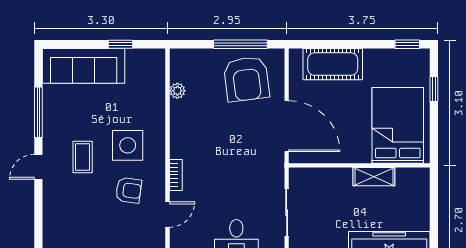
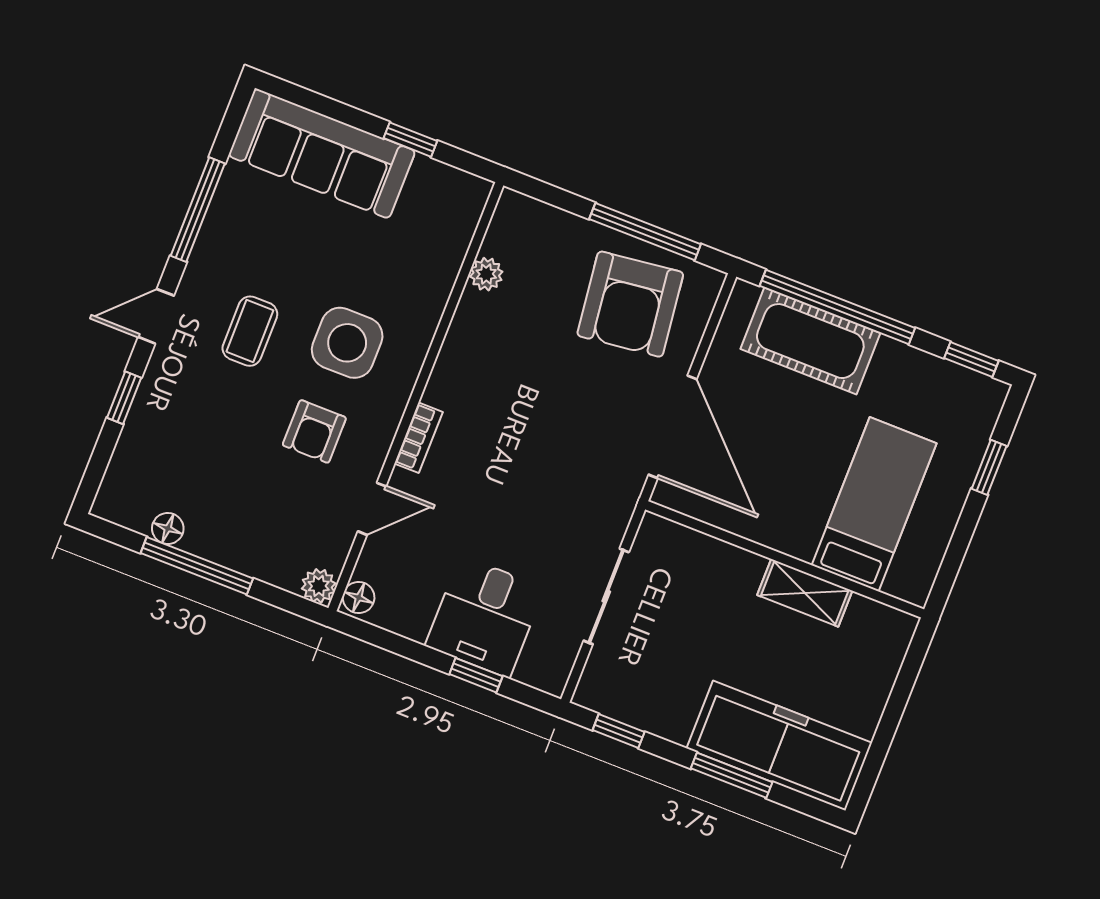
window: (339, 44) -> (837, 307), added
bed: (398, 125) -> (874, 504), width x0.67
armchair: (129, 190) -> (314, 431), turned 82
window: (38, 208) -> (124, 398), added

